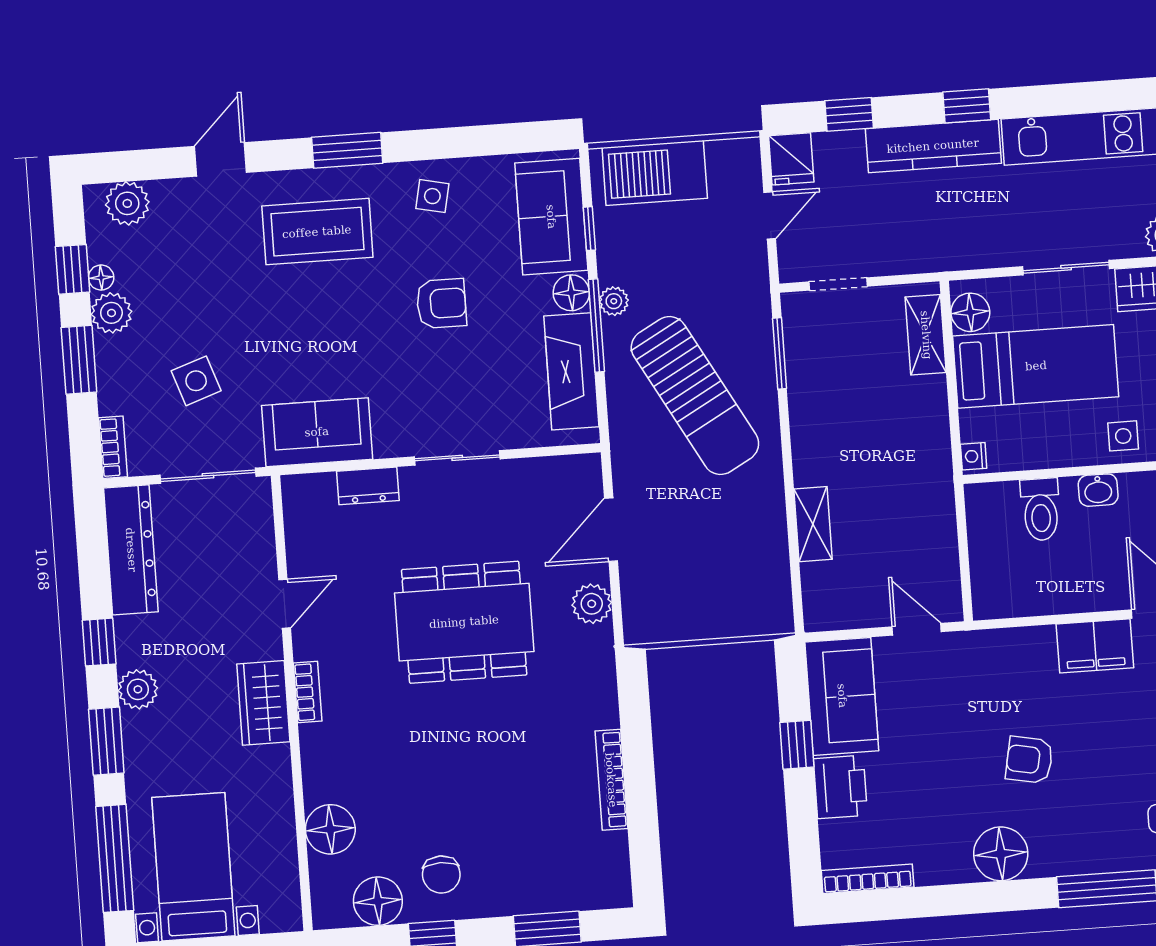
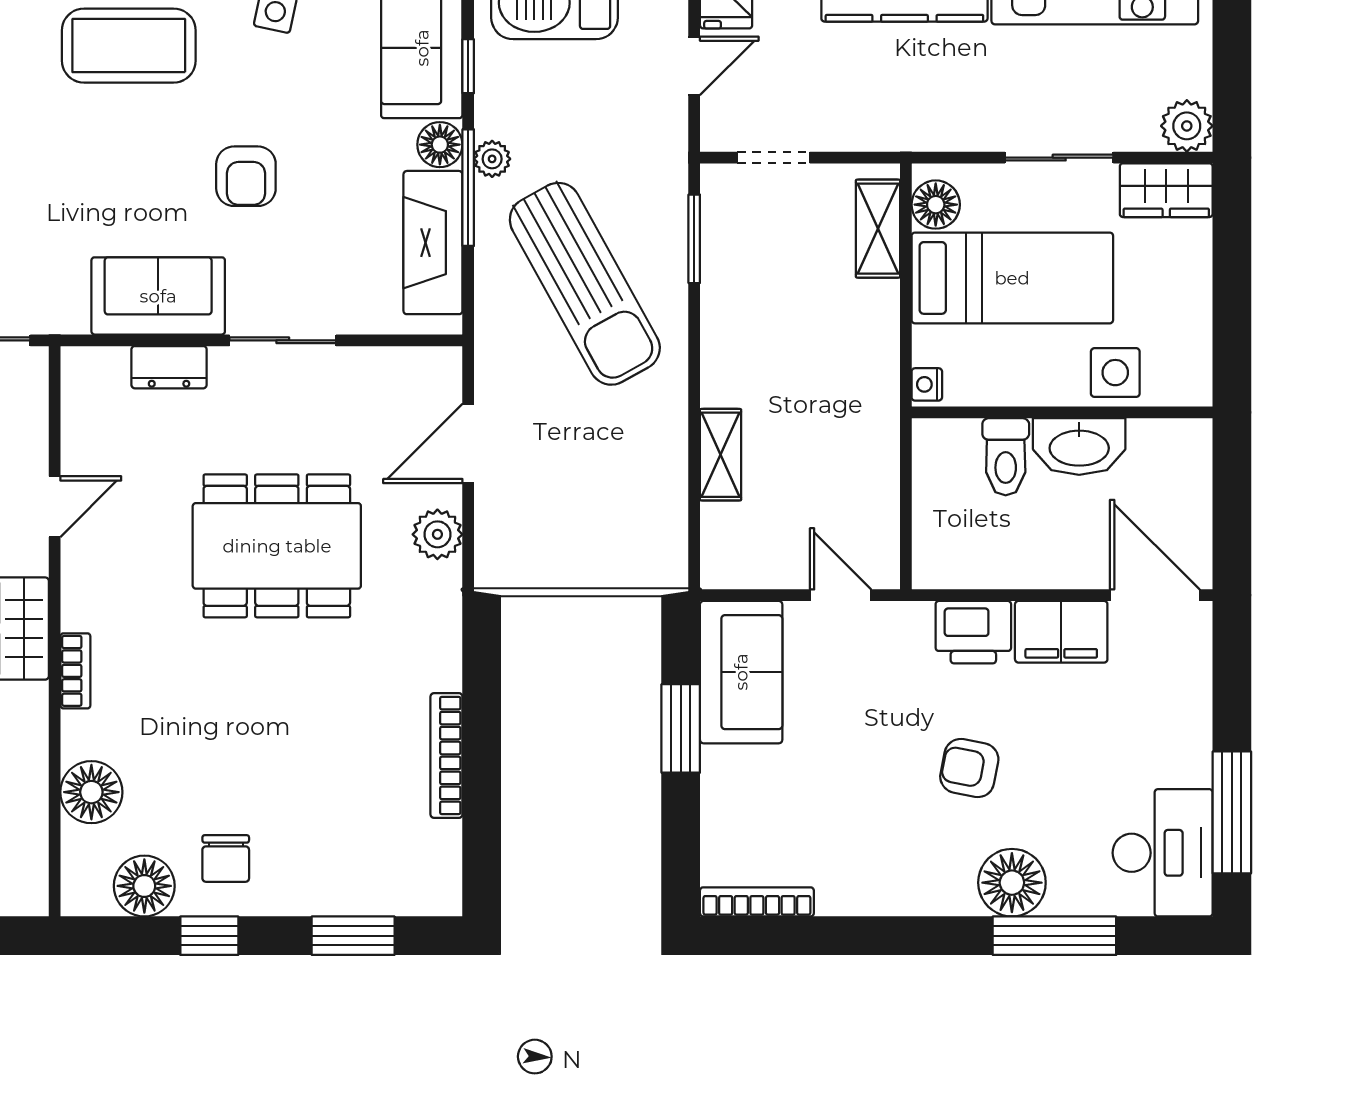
armchair: (441, 303) -> (246, 176), moved, turned 90
sofa: (317, 432) -> (158, 296), moved
side table: (1123, 436) -> (1115, 373), width x1.37, depth x1.37
washbasin: (1098, 490) -> (1079, 446), width x1.91, depth x1.45
bookcase: (308, 692) -> (75, 671), moved
window: (797, 745) -> (681, 728), width x1.50
printer: (840, 787) -> (973, 632), moved, turned 90
floor lamp: (1001, 854) -> (1012, 883), moved

